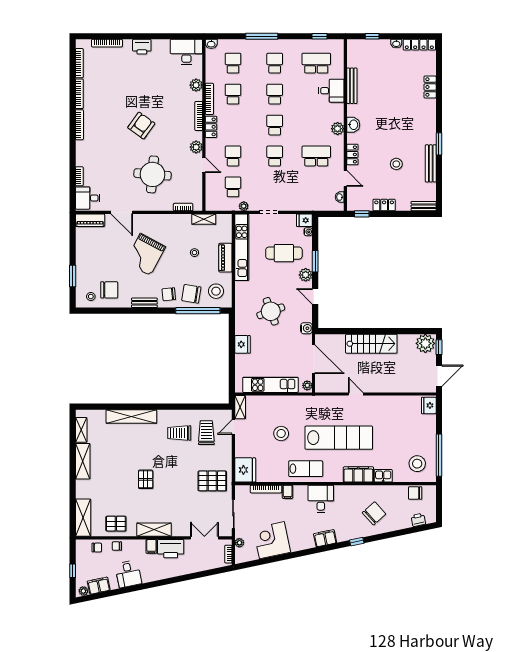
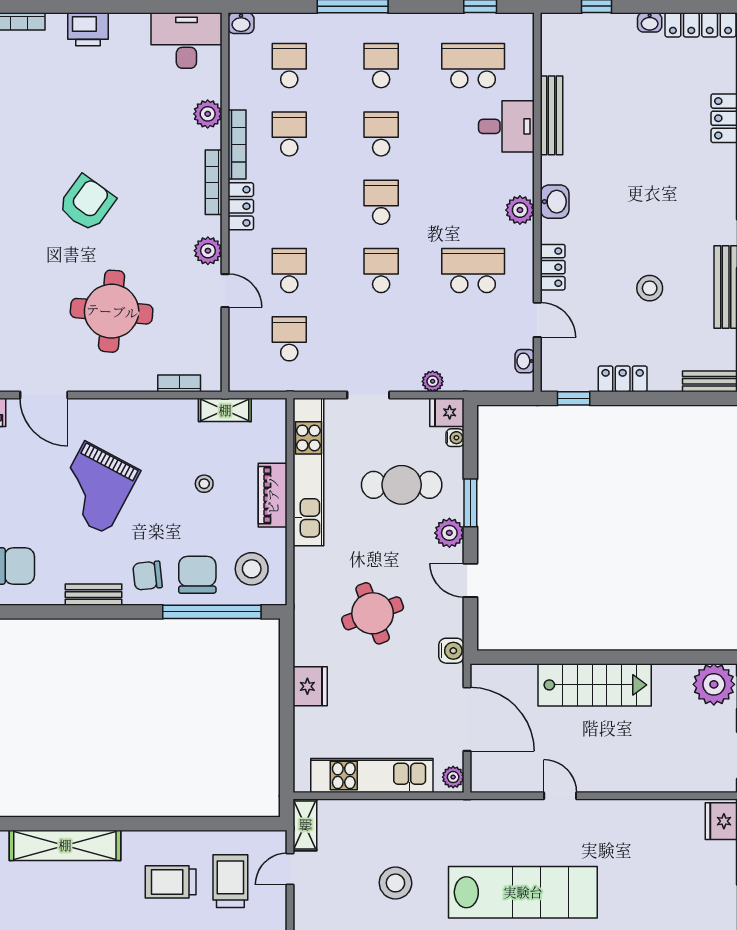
plant: (244, 206) -> (433, 381), moved
chair: (191, 294) -> (197, 575), turned 81

